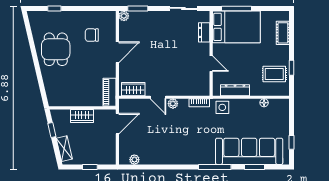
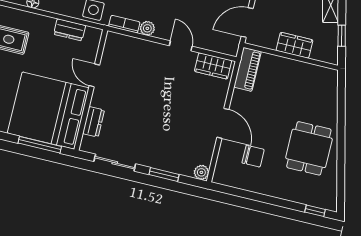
window: (54, 8) -> (315, 211), moved
window: (138, 8) -> (164, 175), moved
bed: (236, 27) -> (48, 111), width x1.36
door: (117, 52) -> (223, 123), swing flipped
dresser: (235, 90) -> (70, 30), width x0.70
plant: (173, 104) -> (147, 28), moved

